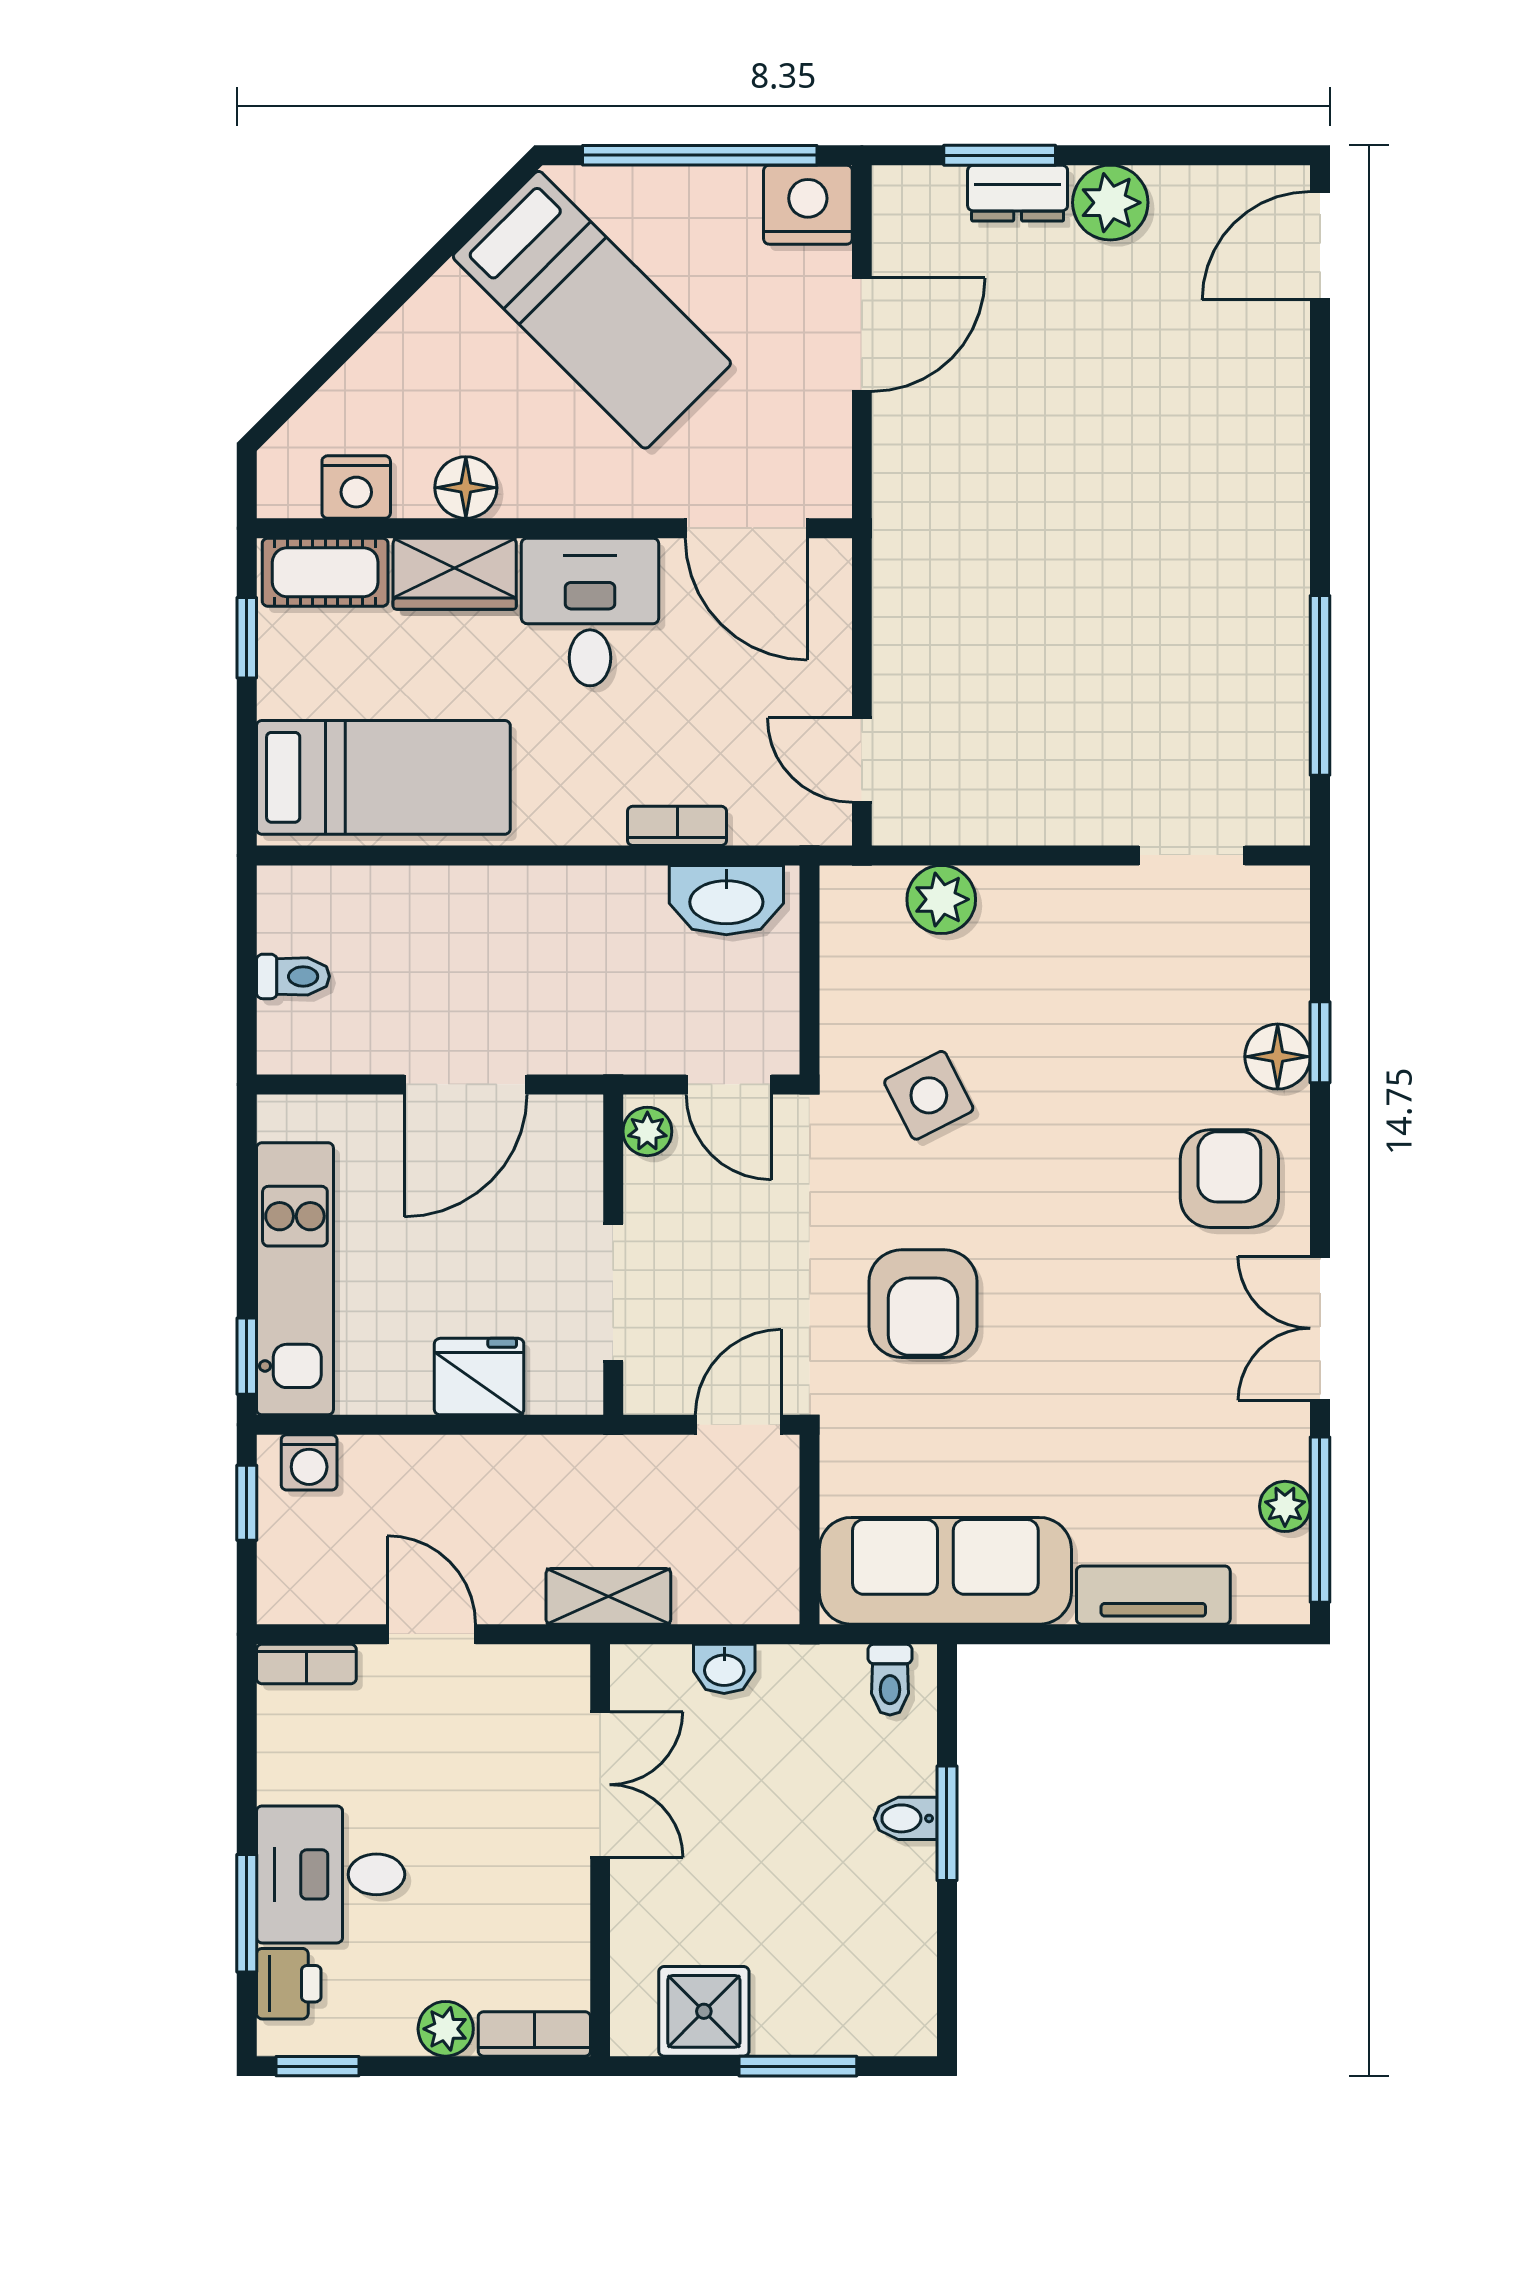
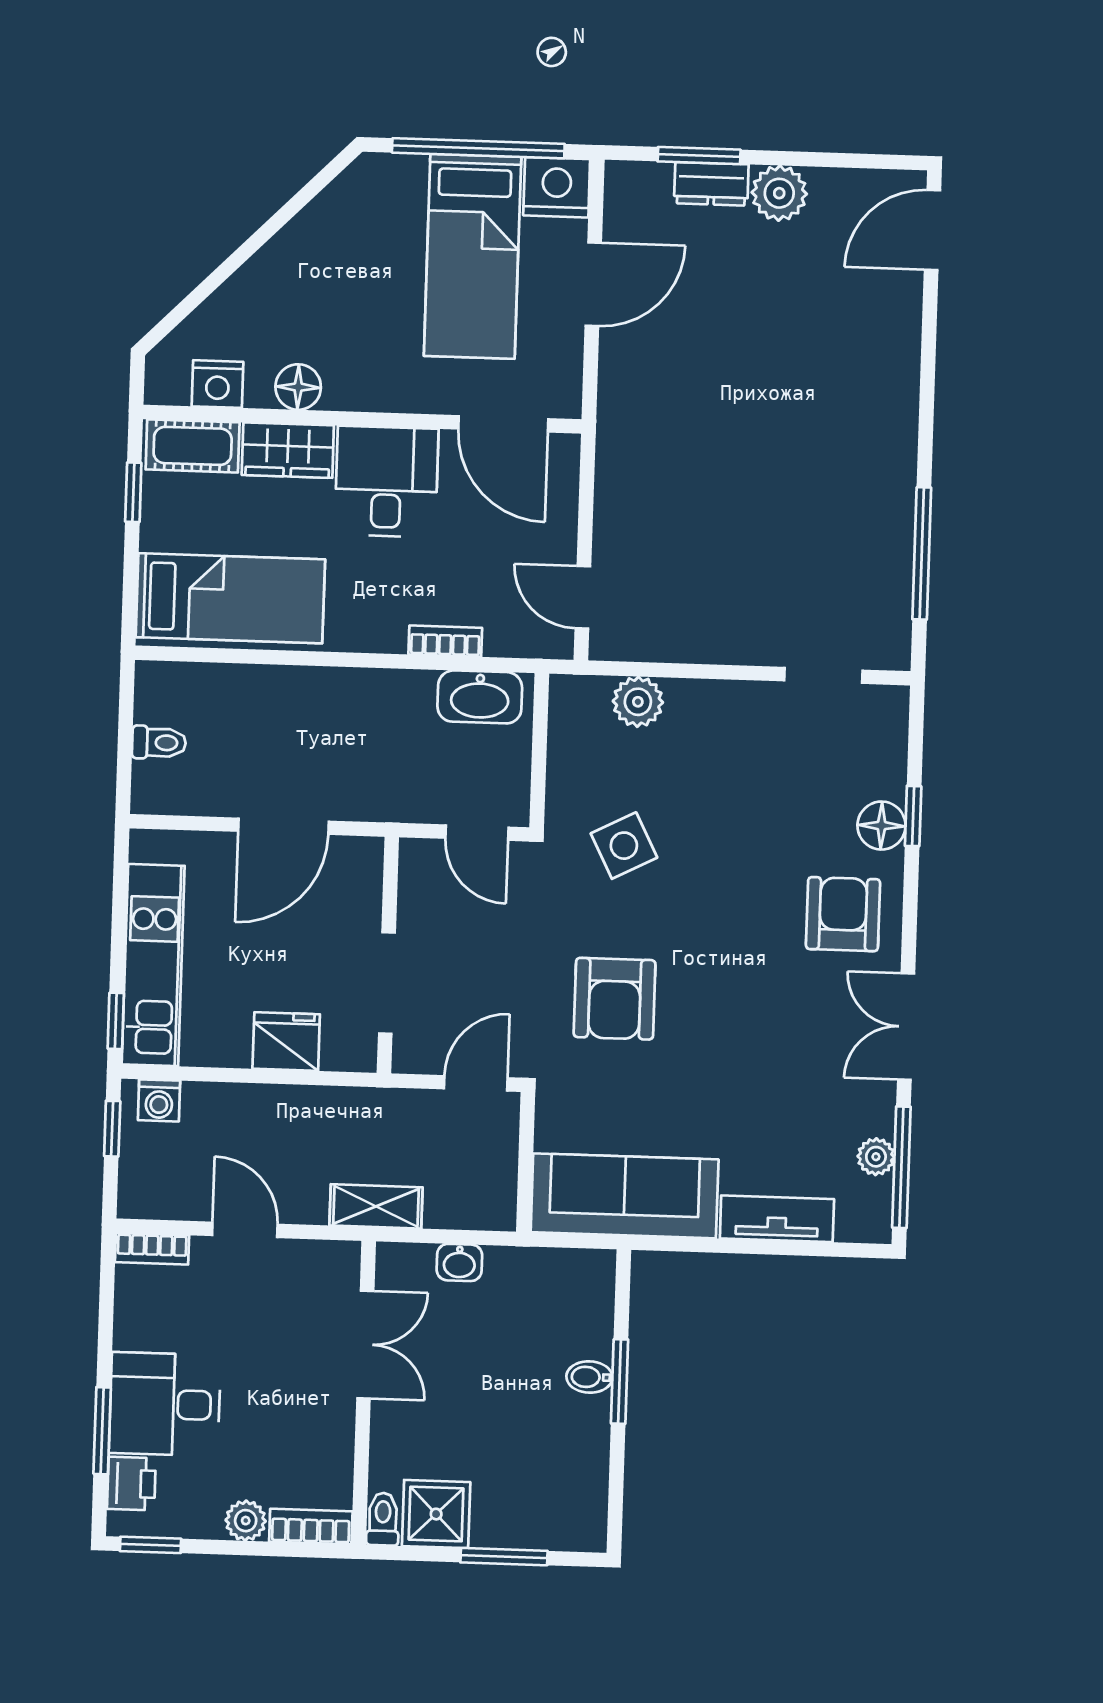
bed: (592, 310) -> (473, 256), moved, turned 45
plant: (647, 1131) -> (416, 865), removed
toilet: (890, 1680) -> (383, 1519), moved, turned 180

